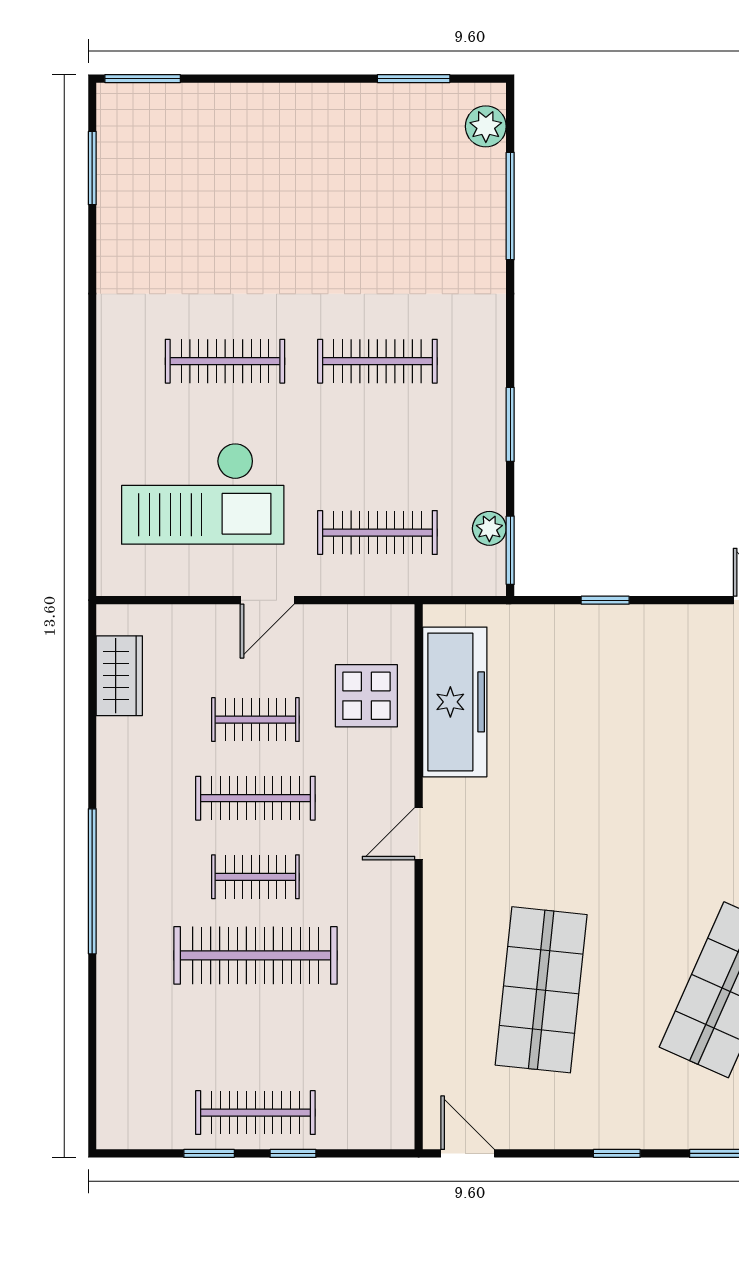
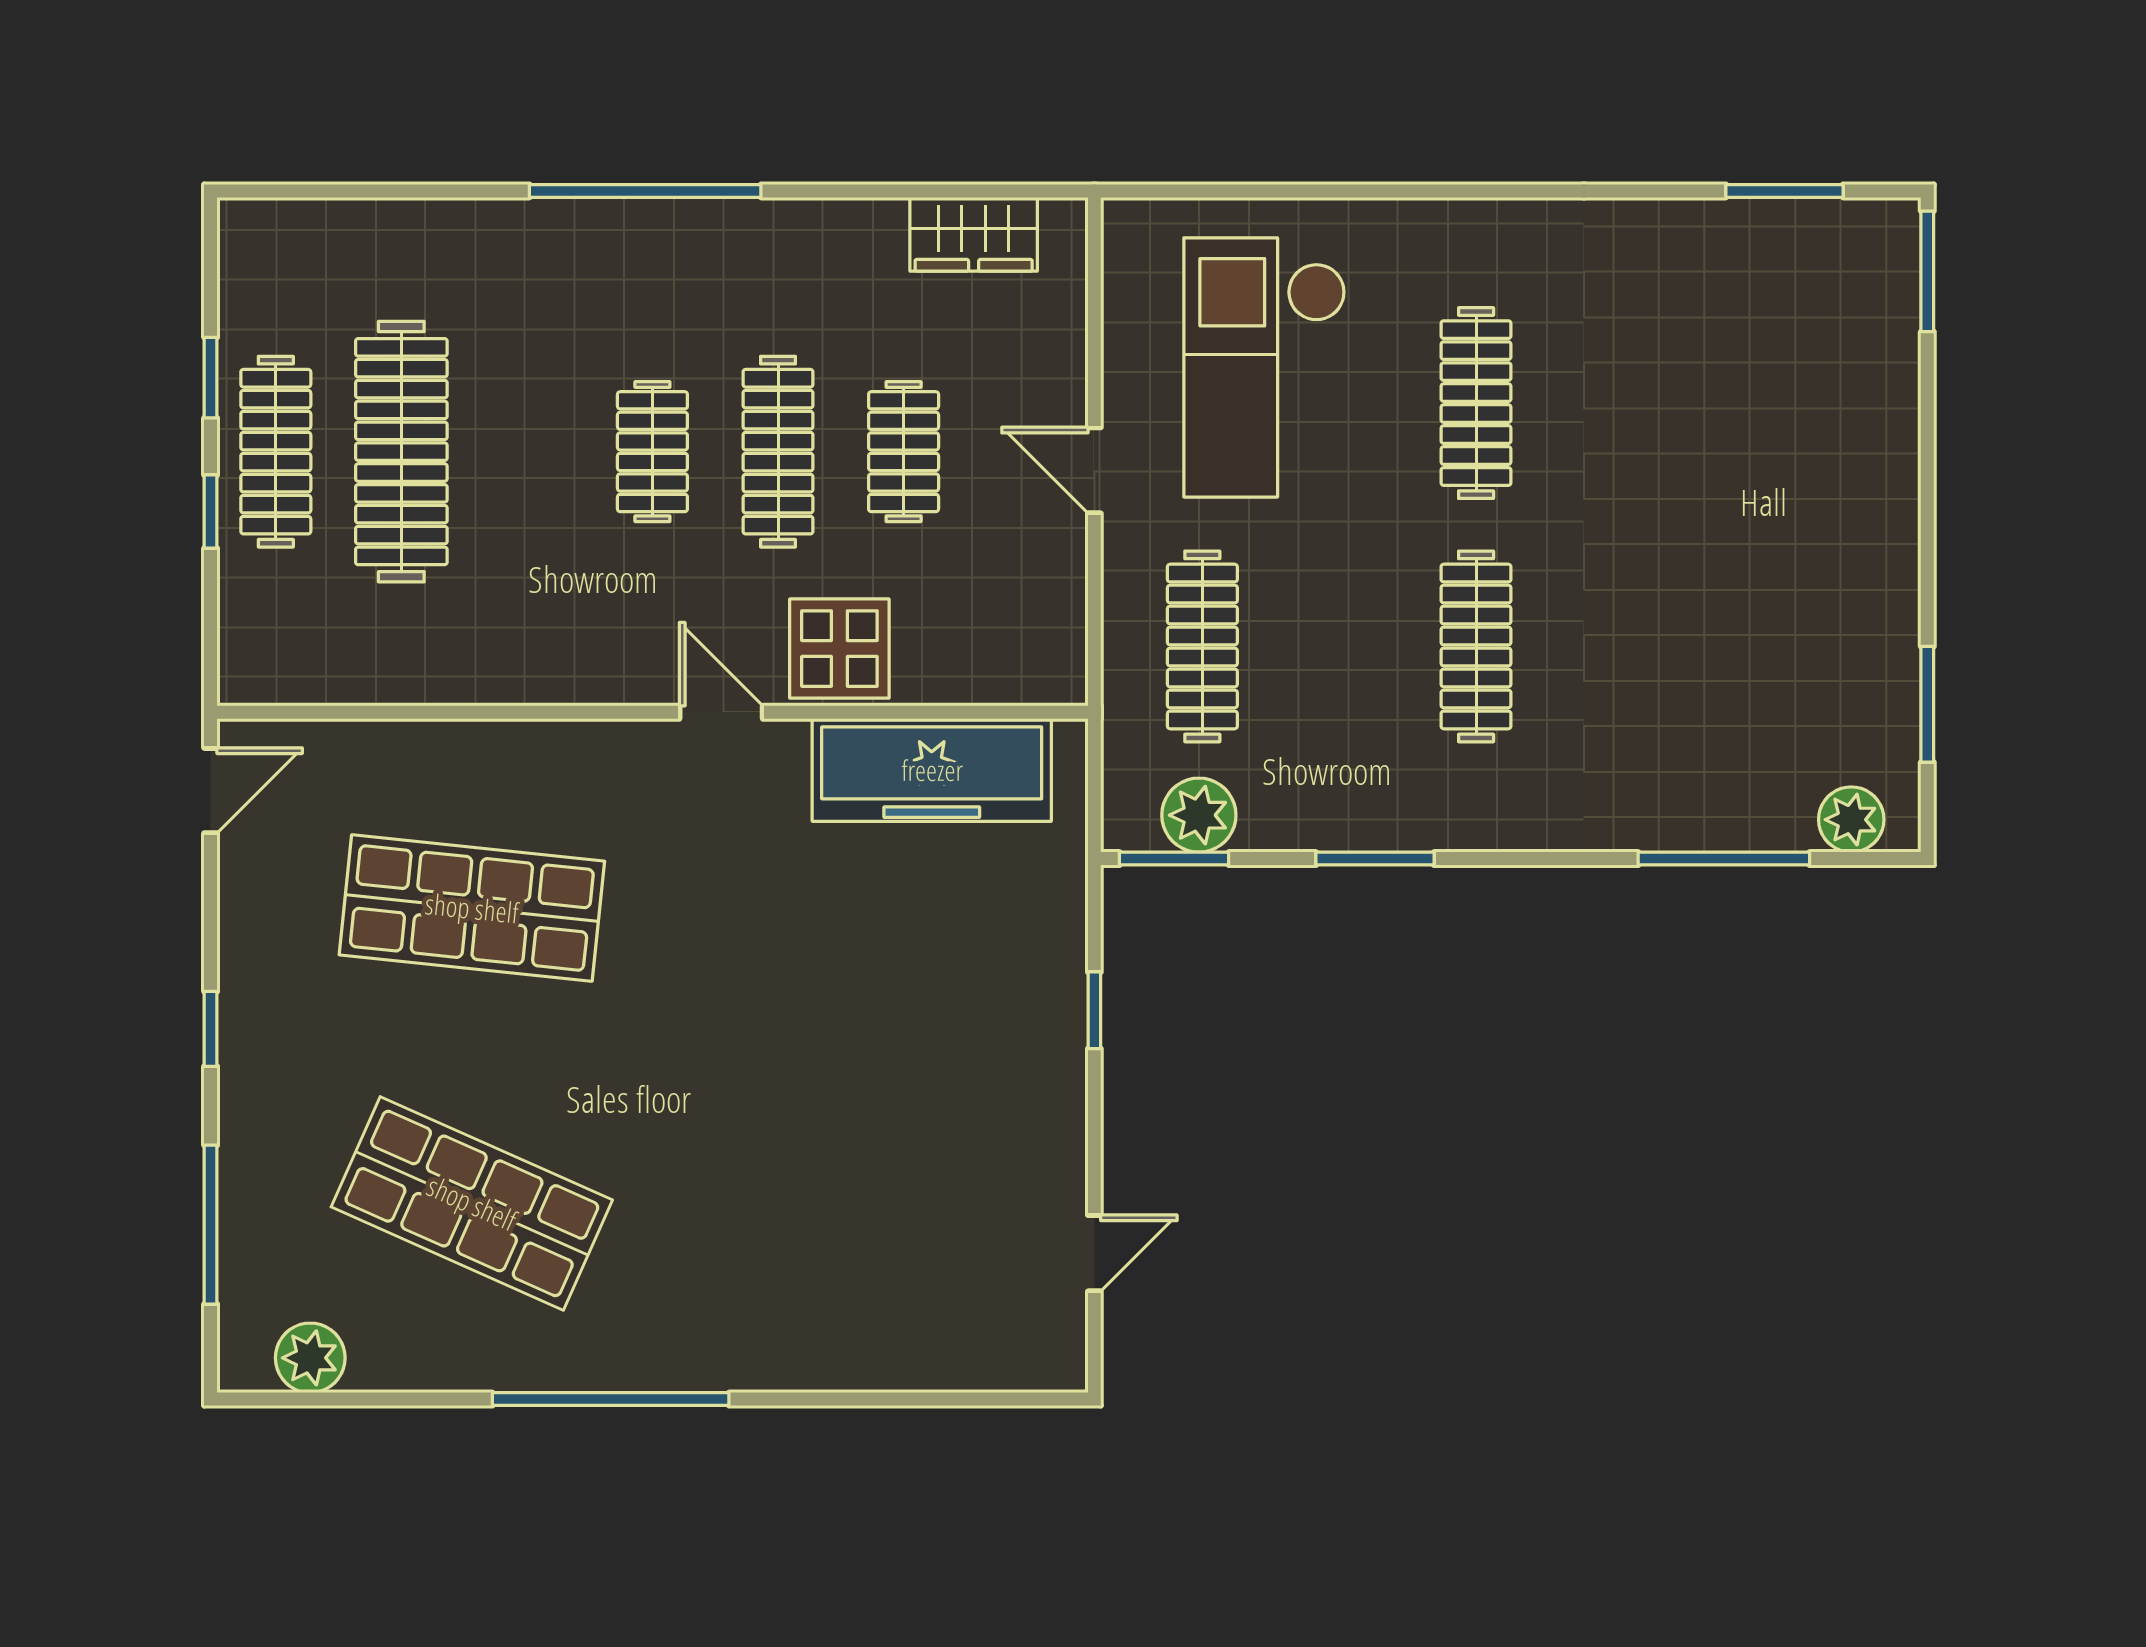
plant: (489, 528) -> (1199, 815), width x1.38, depth x1.38
display table: (366, 696) -> (839, 649), moved
clothes rail: (255, 955) -> (401, 452), moved

